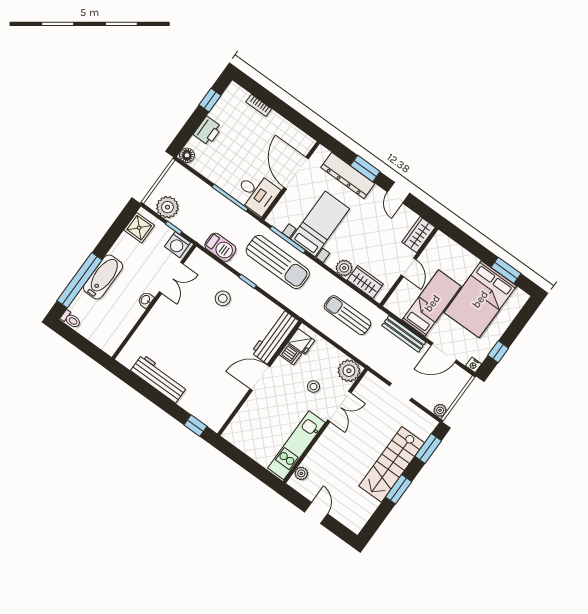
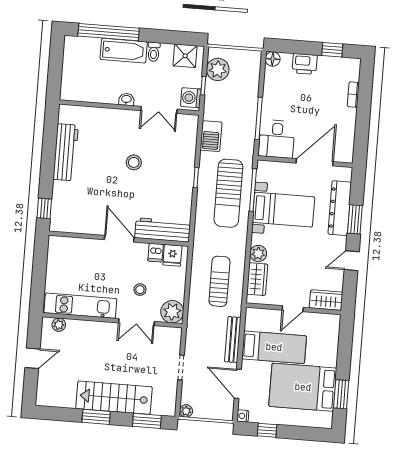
stool: (223, 298) -> (134, 162), moved
toilet: (71, 319) -> (154, 52), moved

